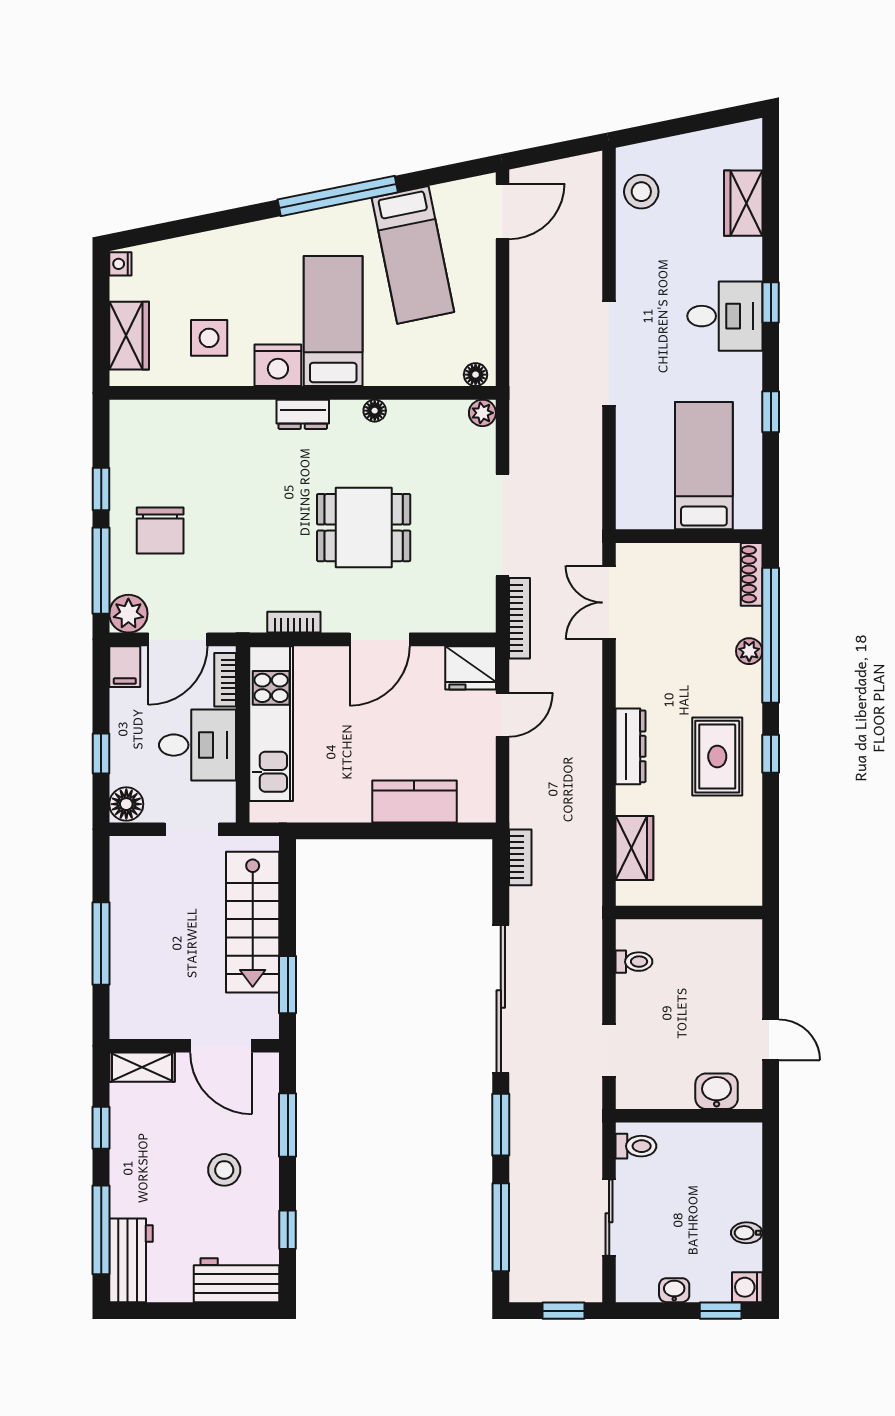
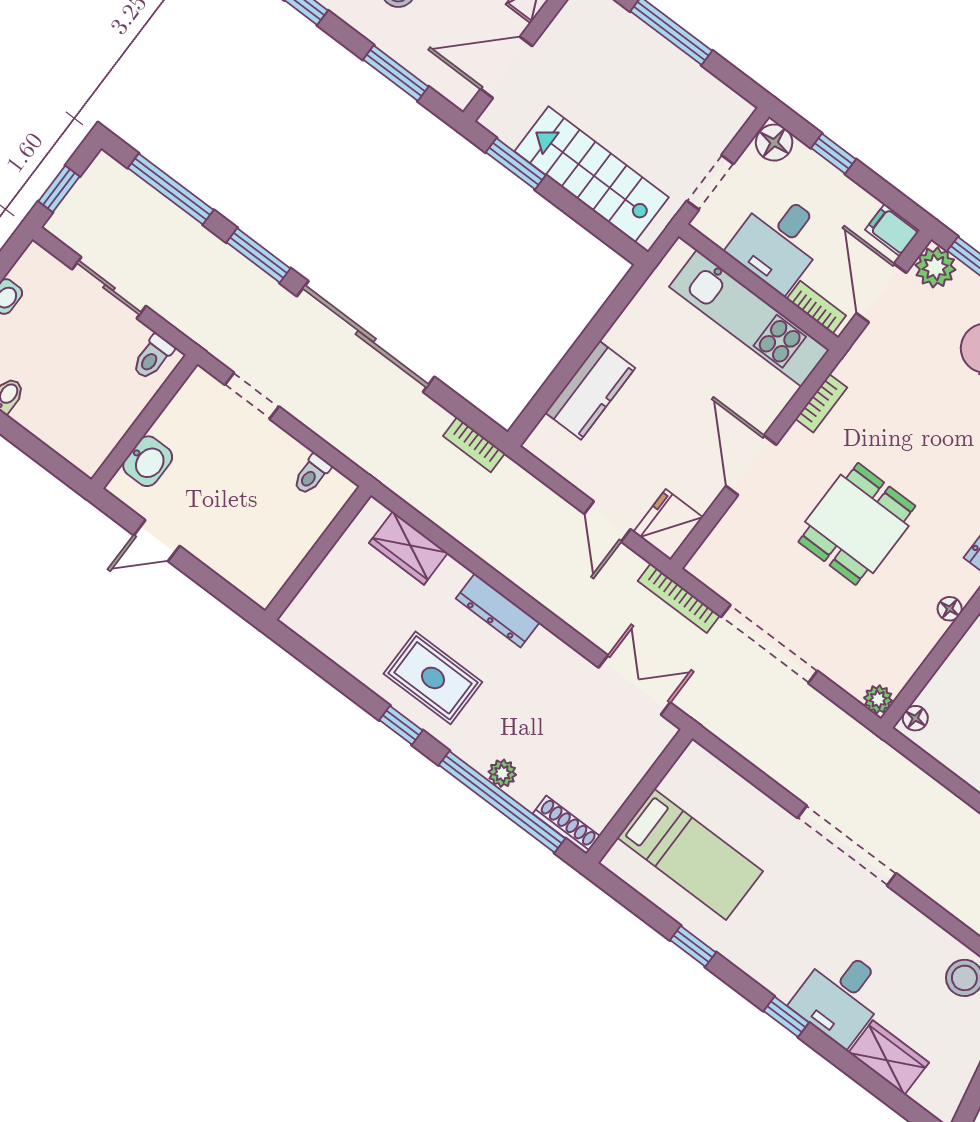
desk: (725, 316) -> (841, 996), moved

